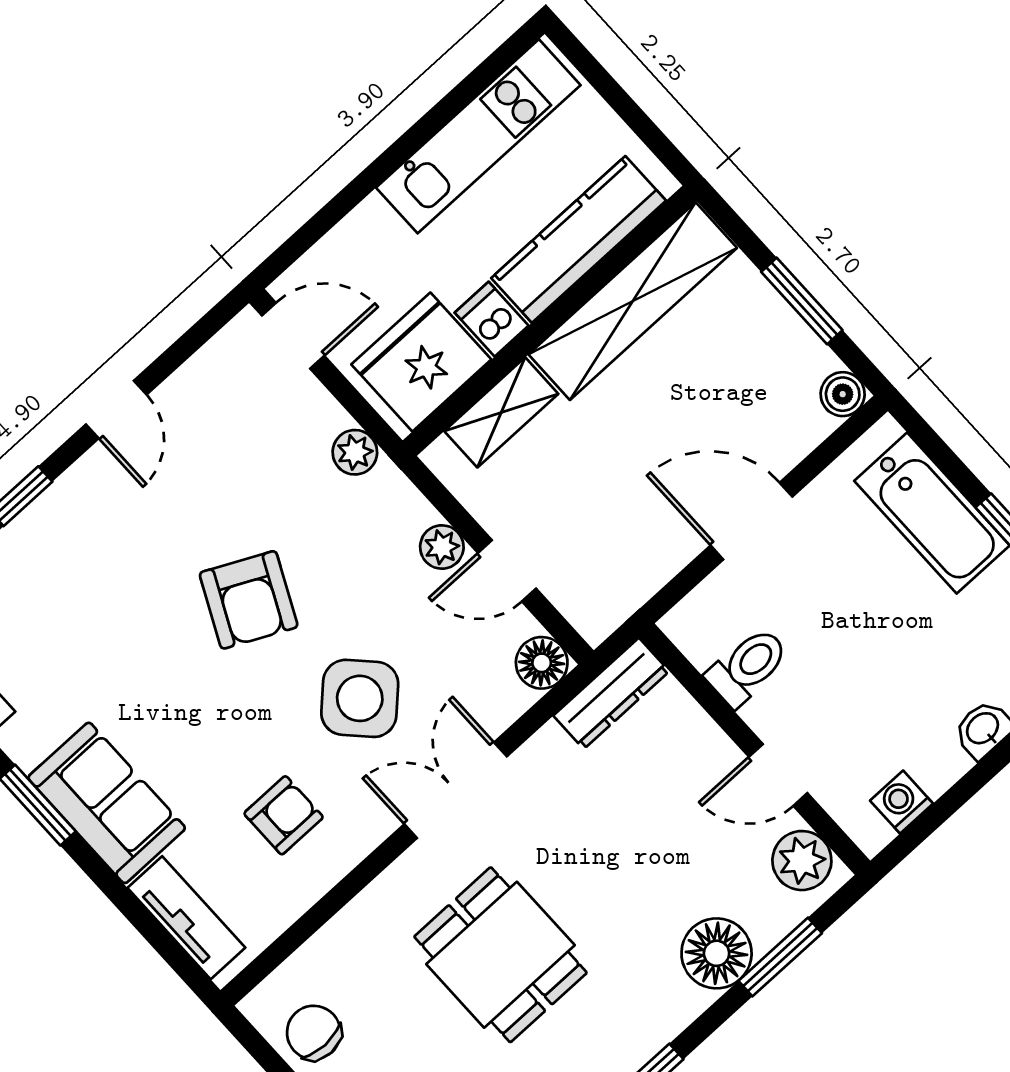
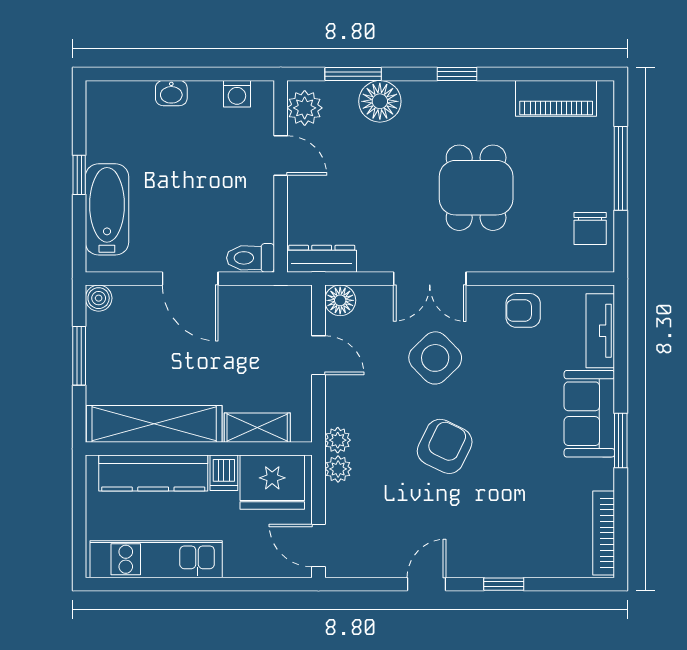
plant: (442, 547) -> (338, 440), moved
toilet: (748, 667) -> (251, 258), moved
armchair: (284, 815) -> (523, 310), moved

